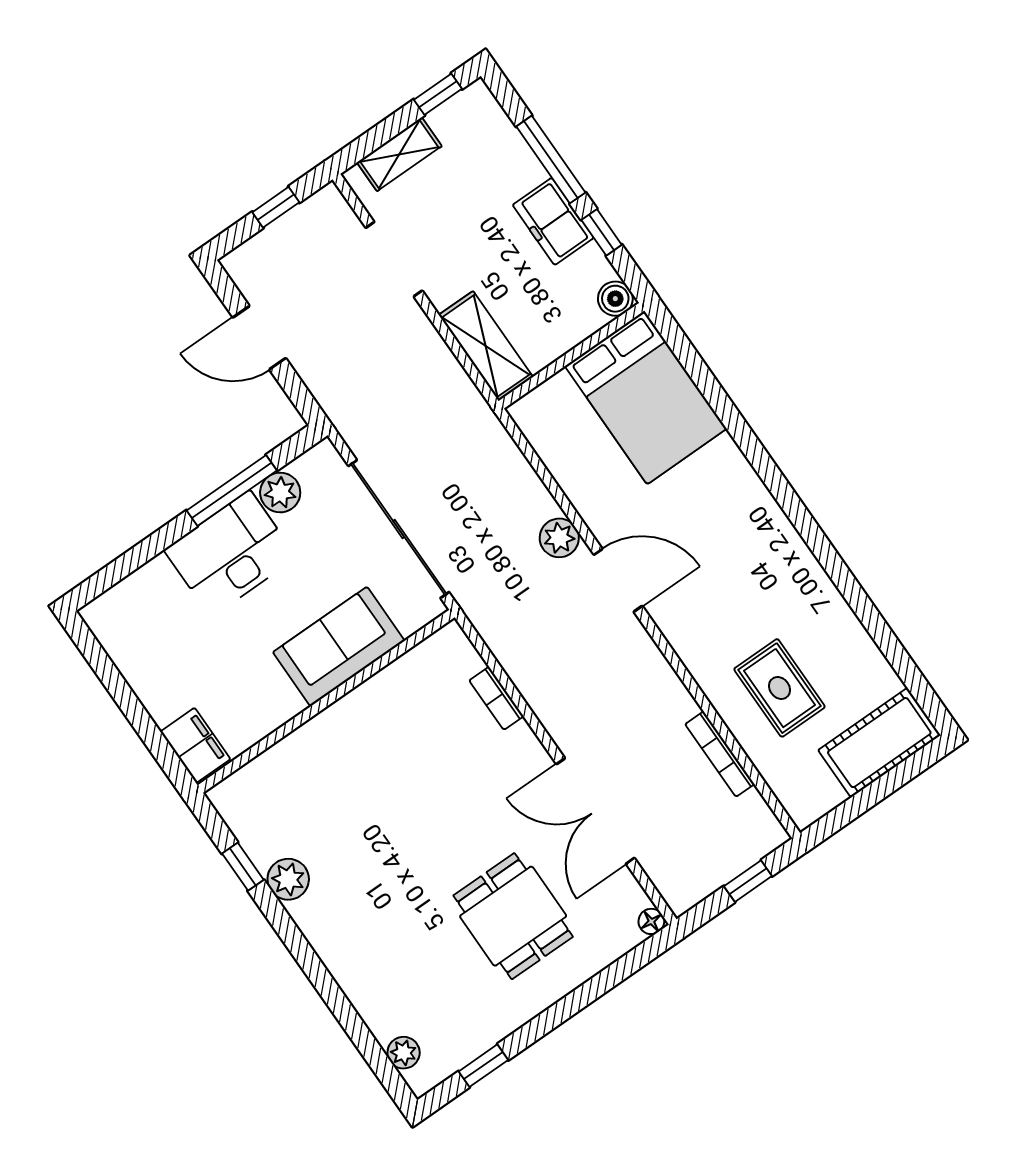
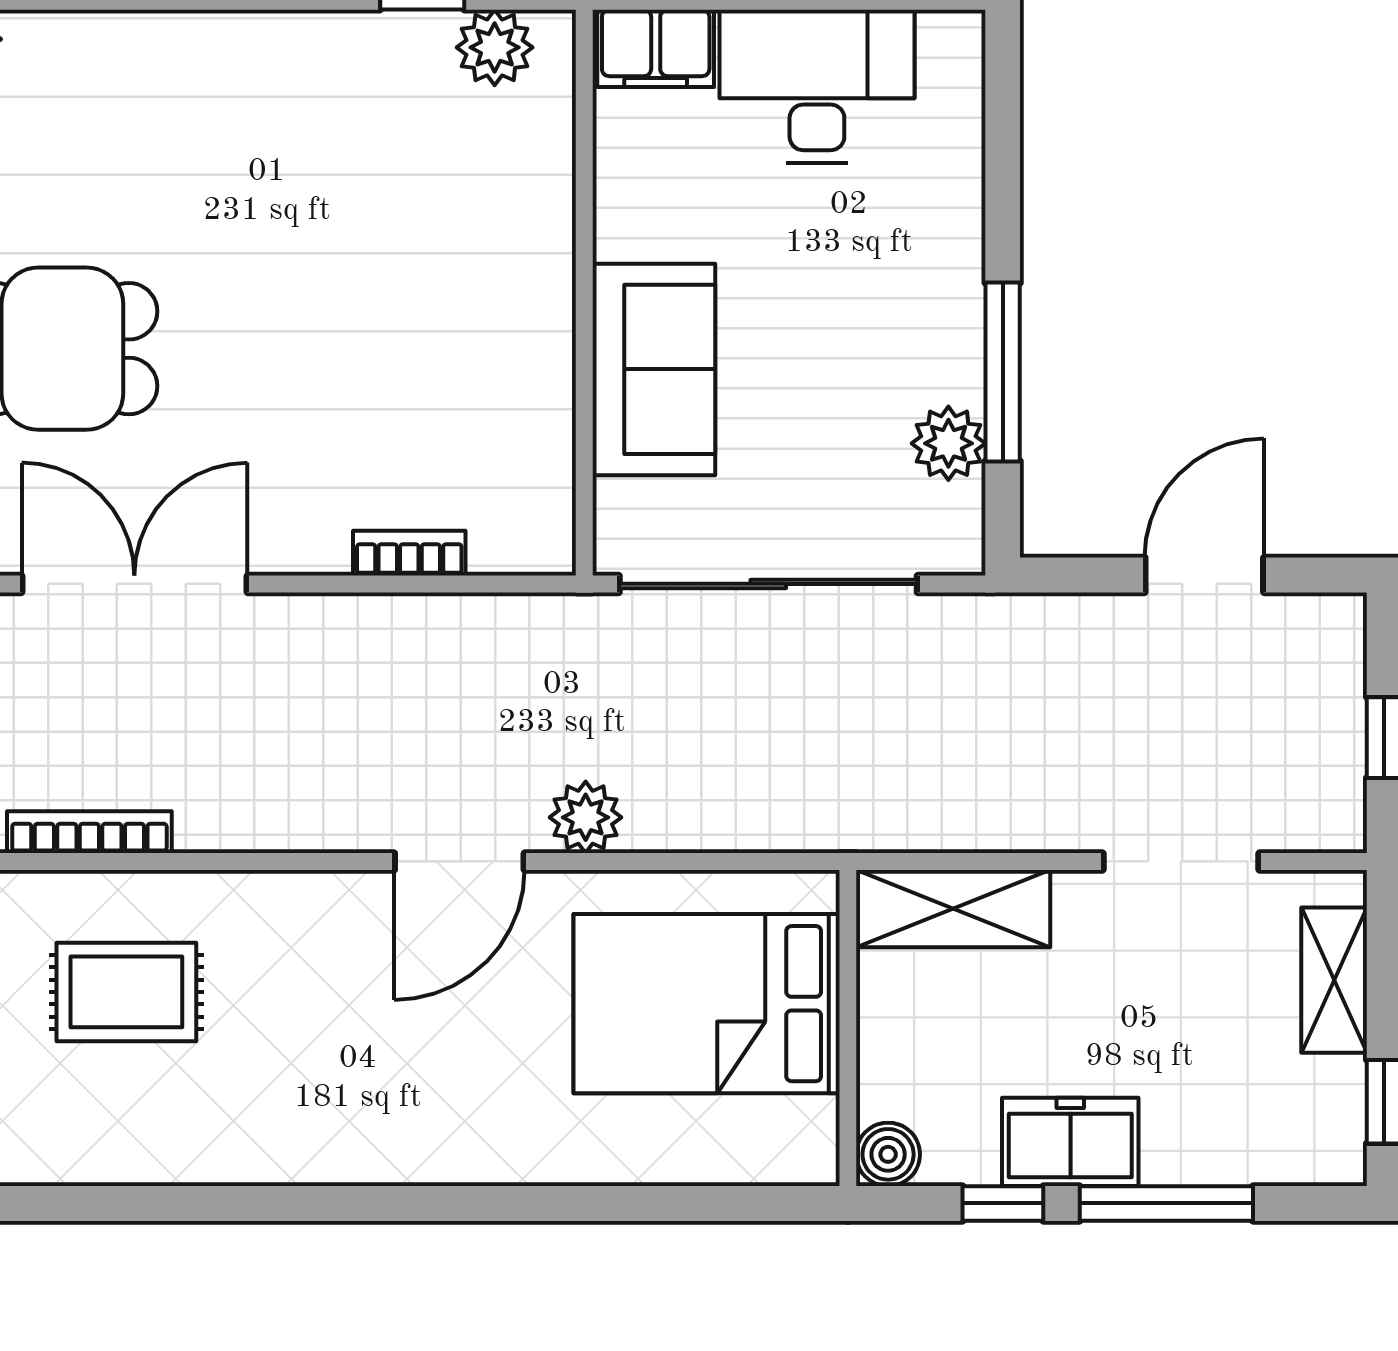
bed: (646, 397) -> (707, 1004), moved
desk: (230, 554) -> (817, 86), moved, turned -90
plant: (288, 879) -> (495, 47), moved

